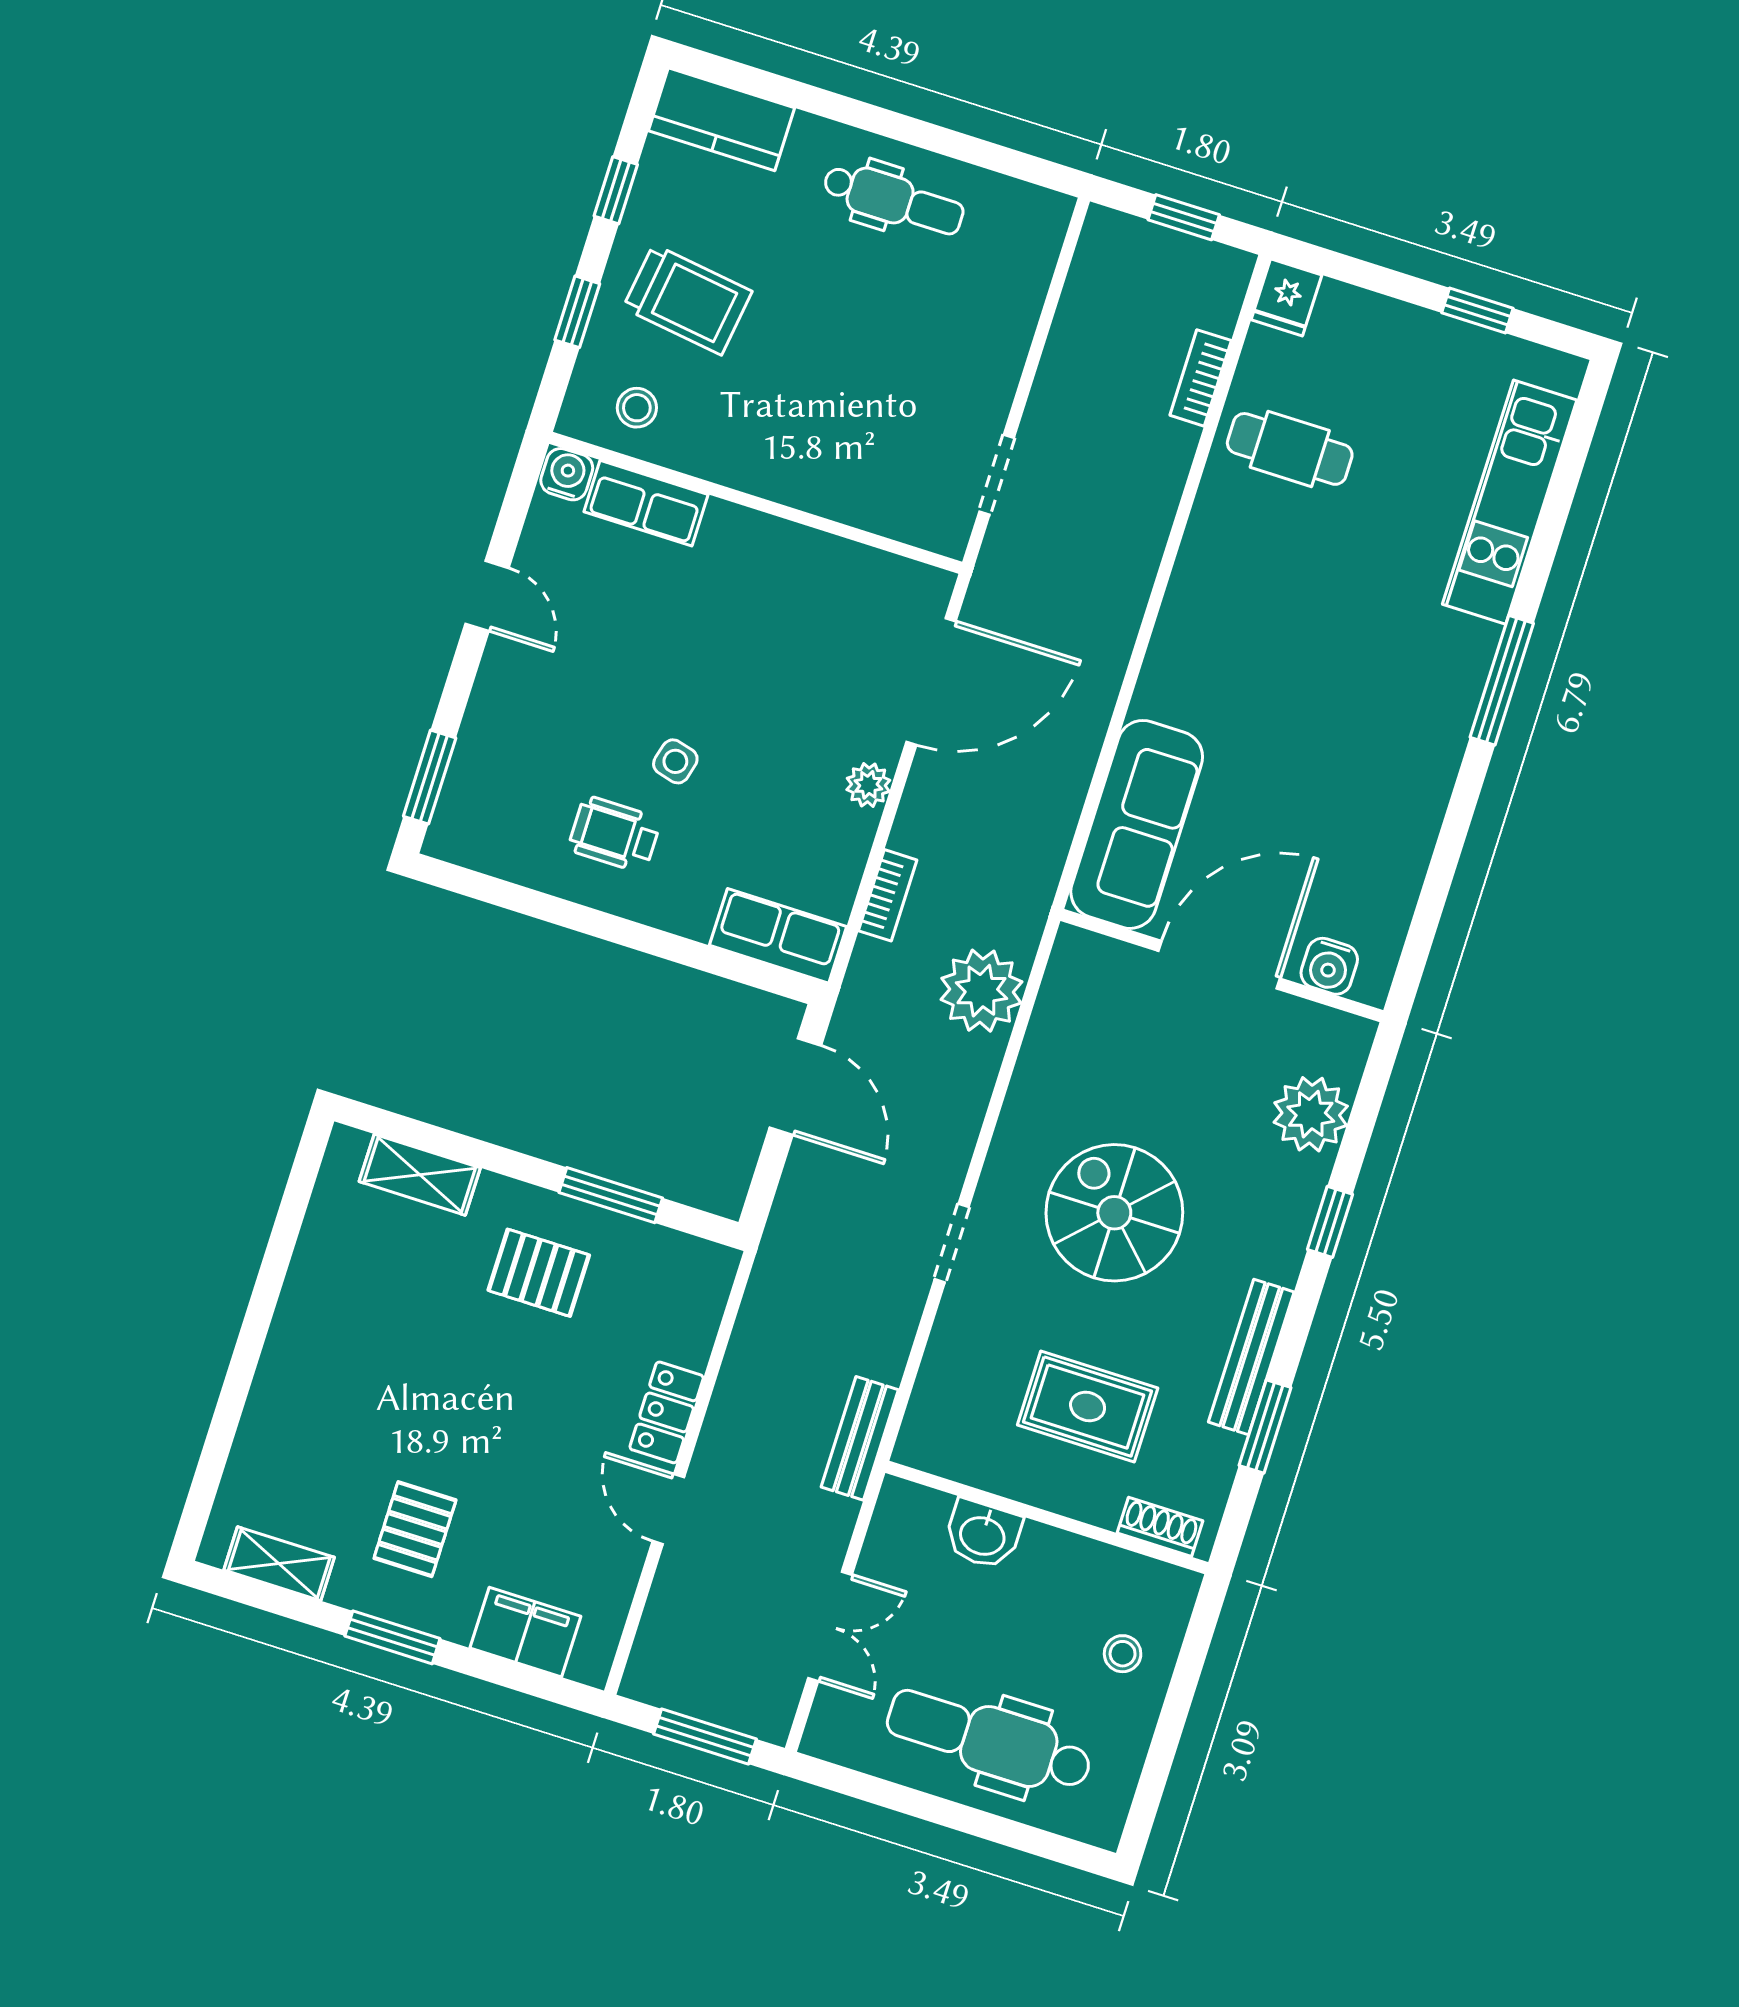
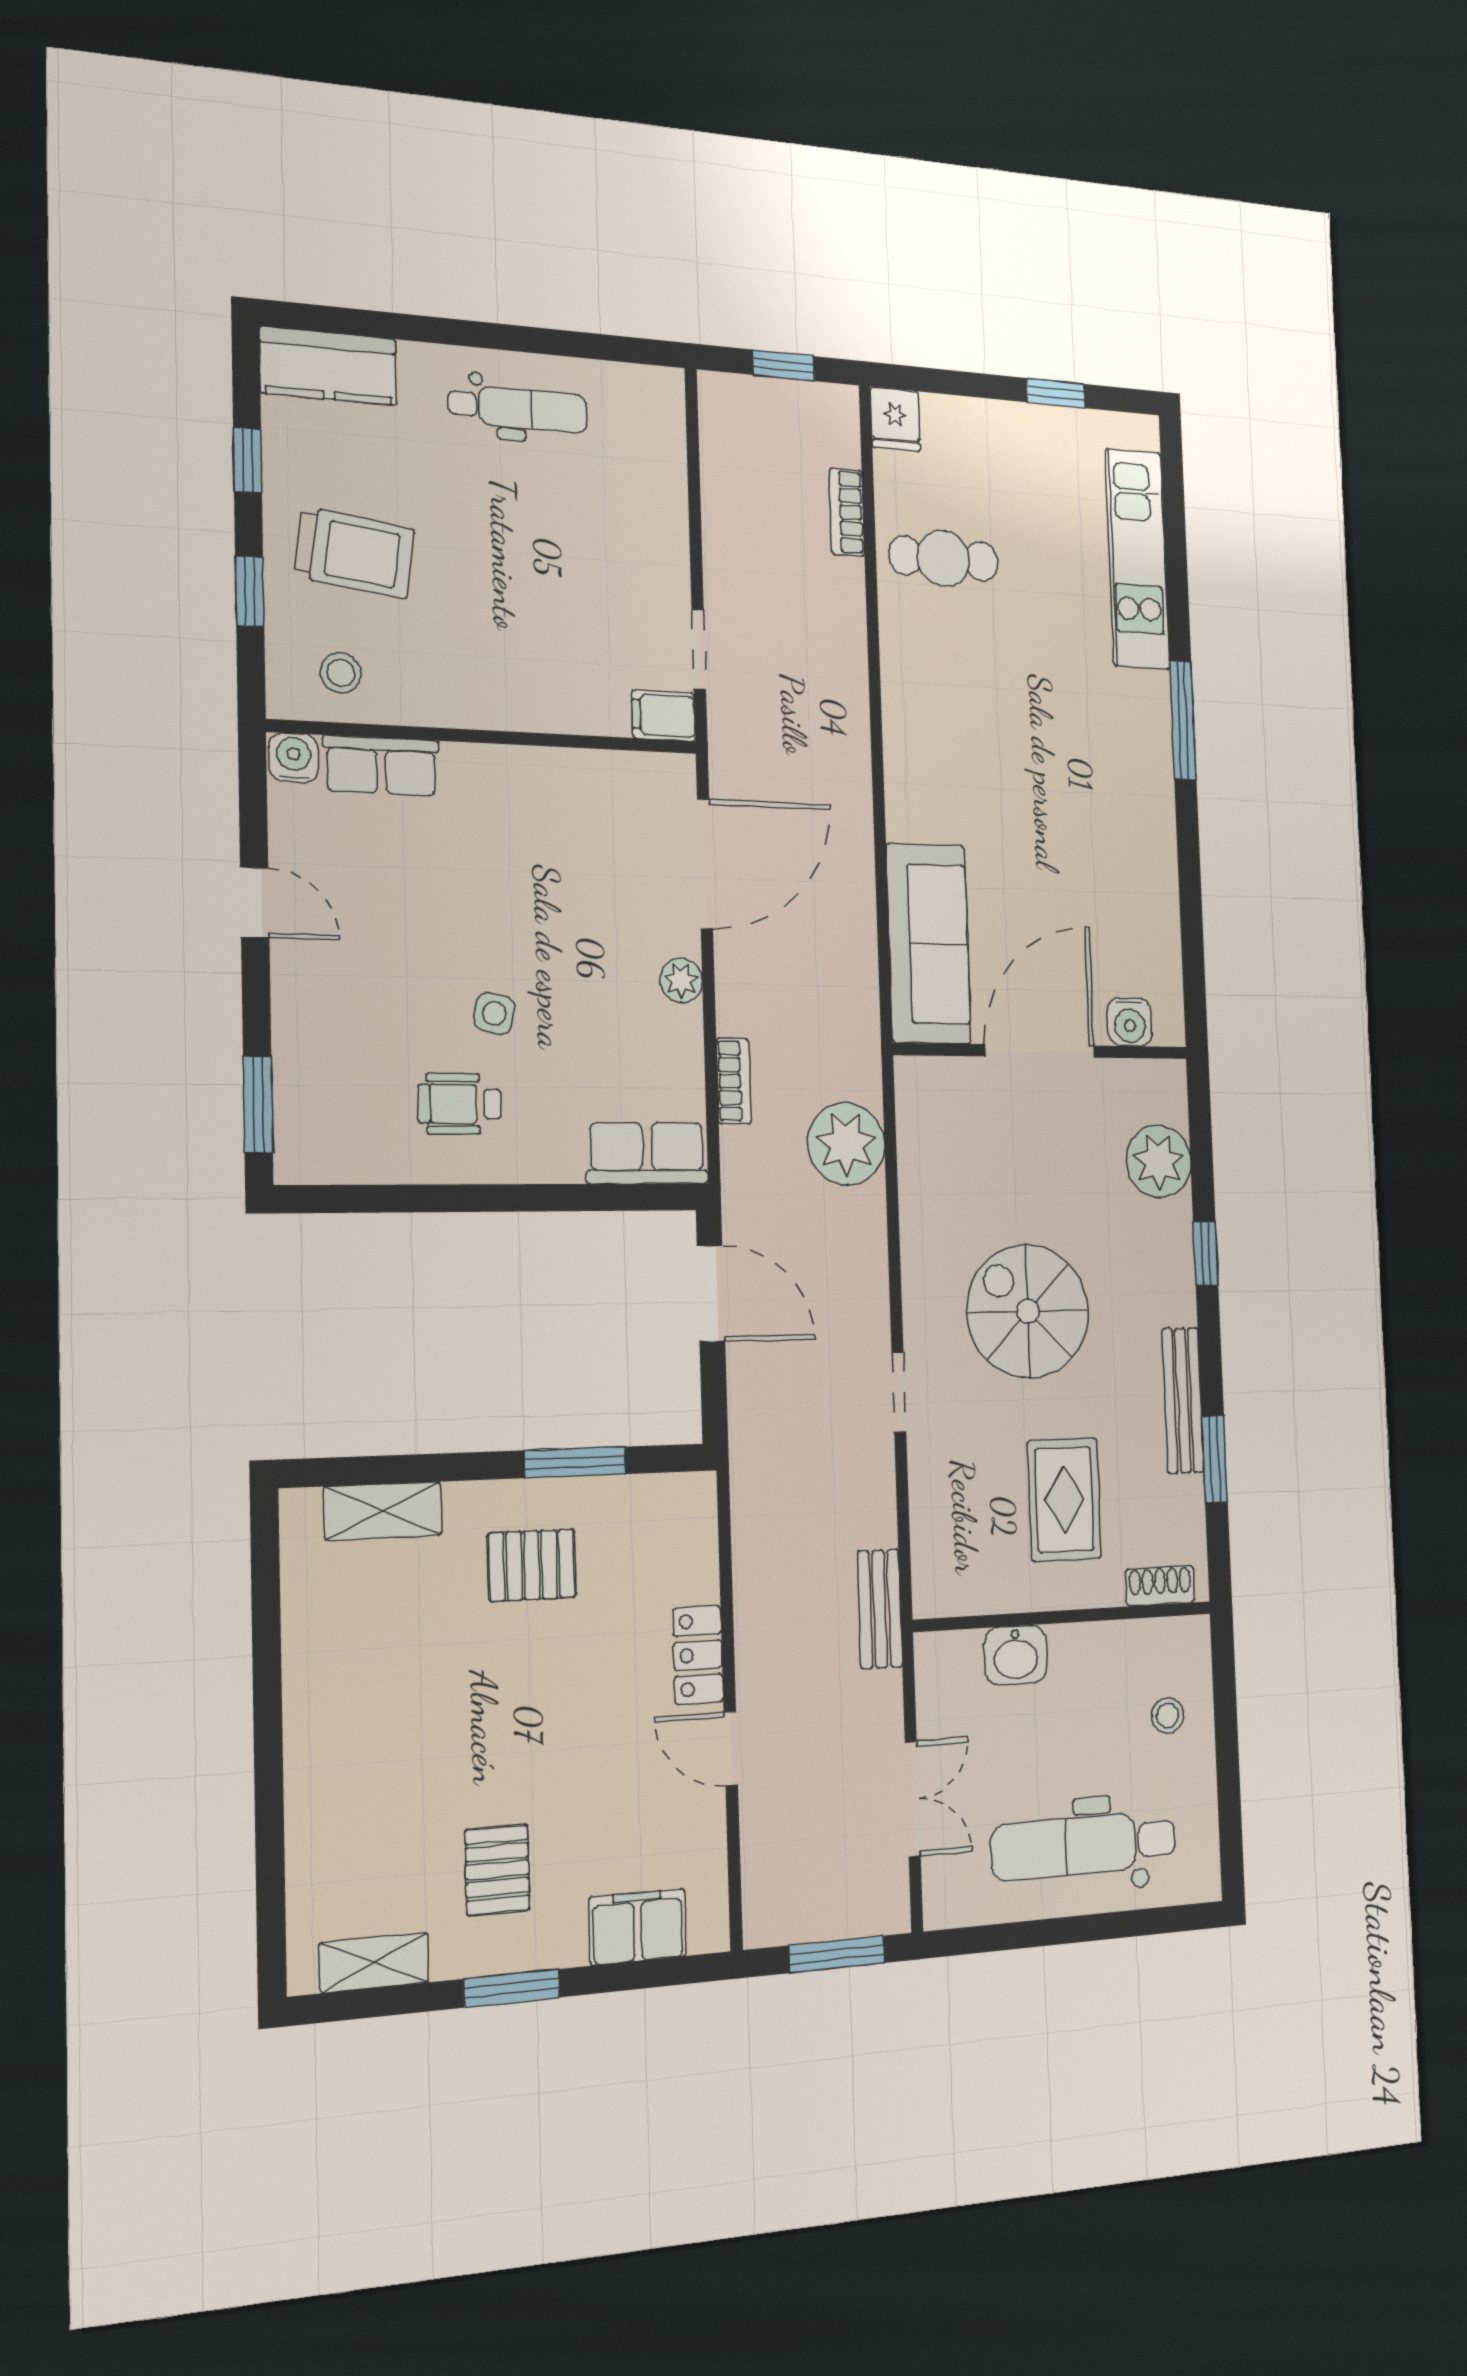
filing cabinet: (939, 529) -> (664, 715), added
rug: (1088, 1406) -> (1064, 1500), turned 90

